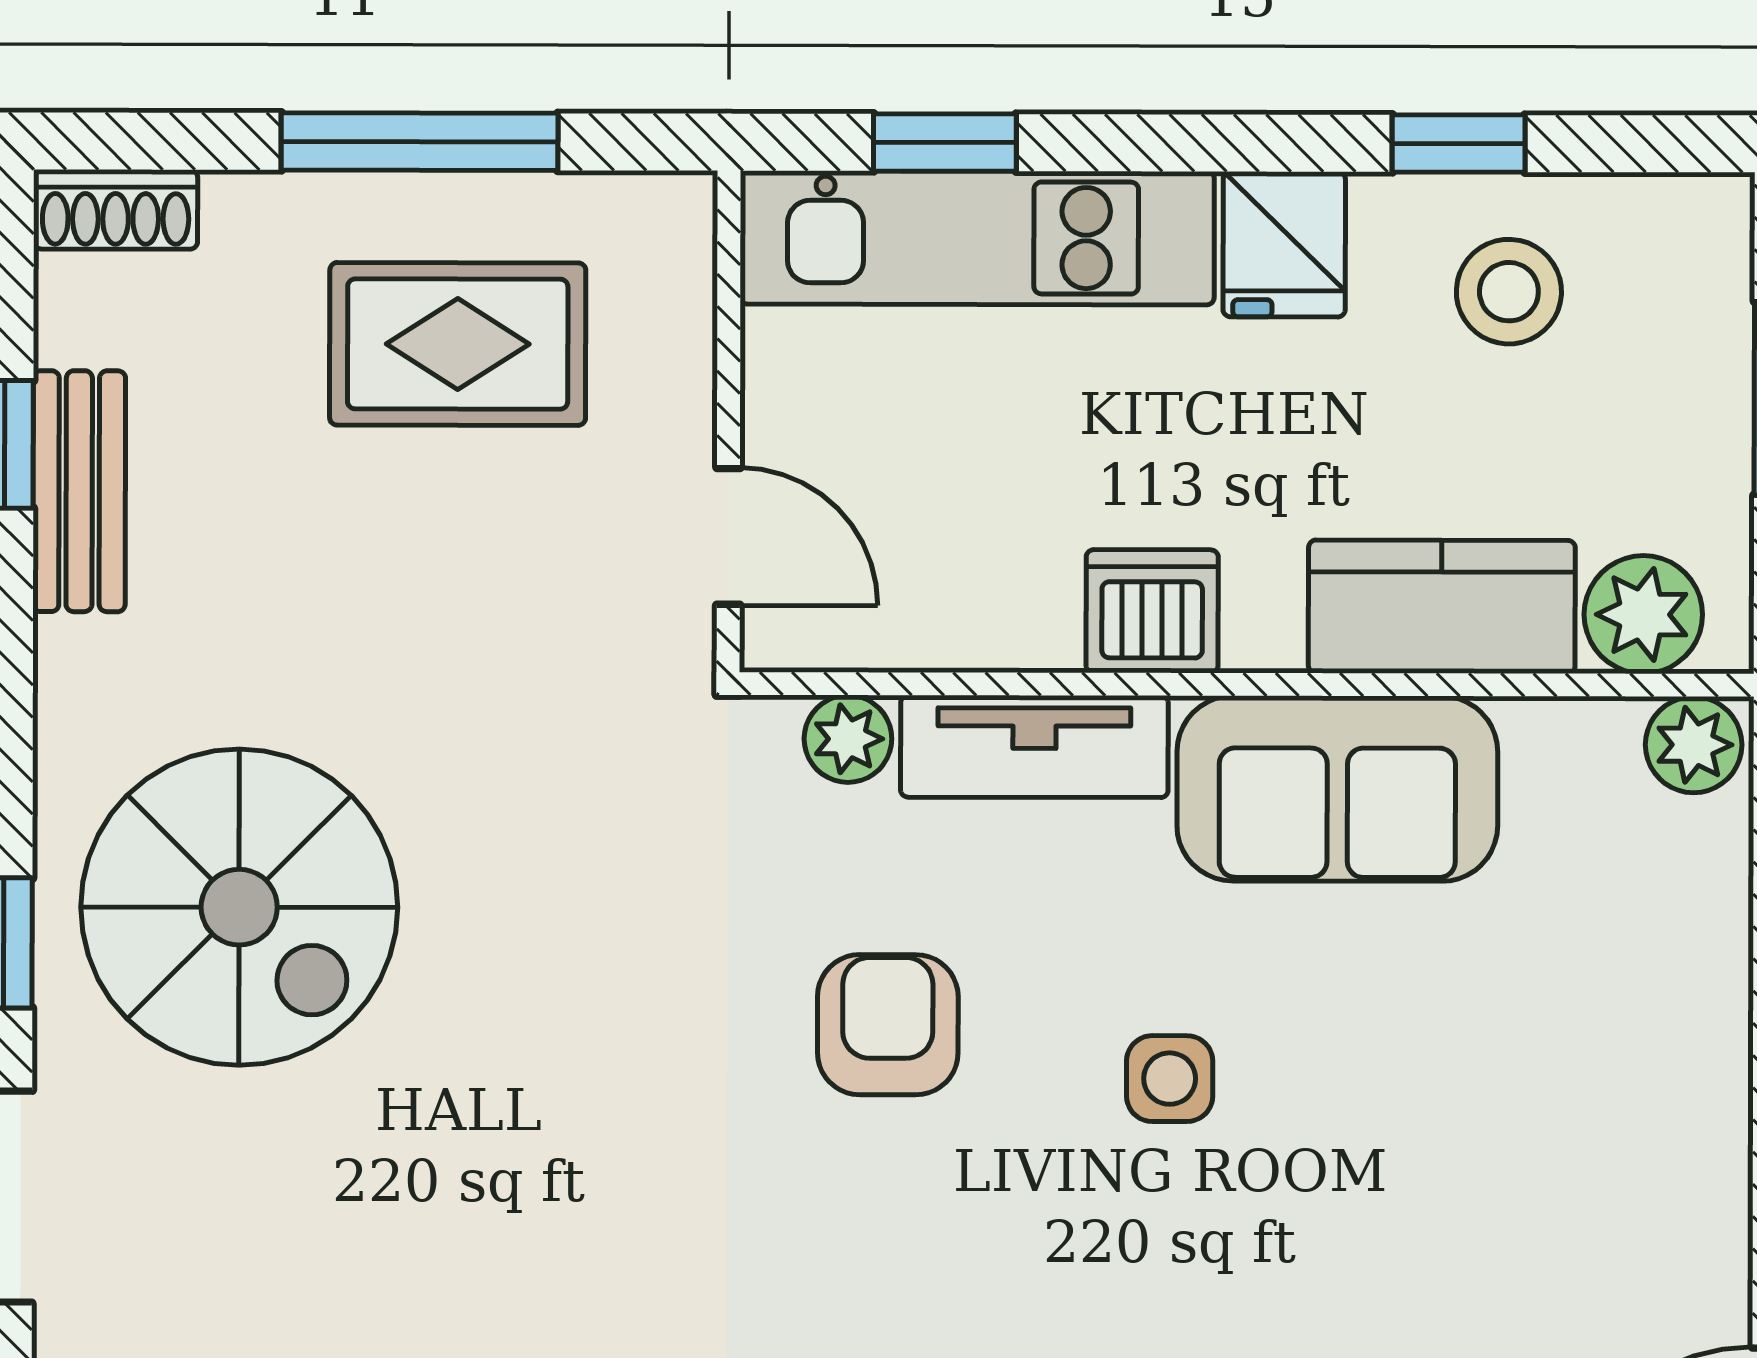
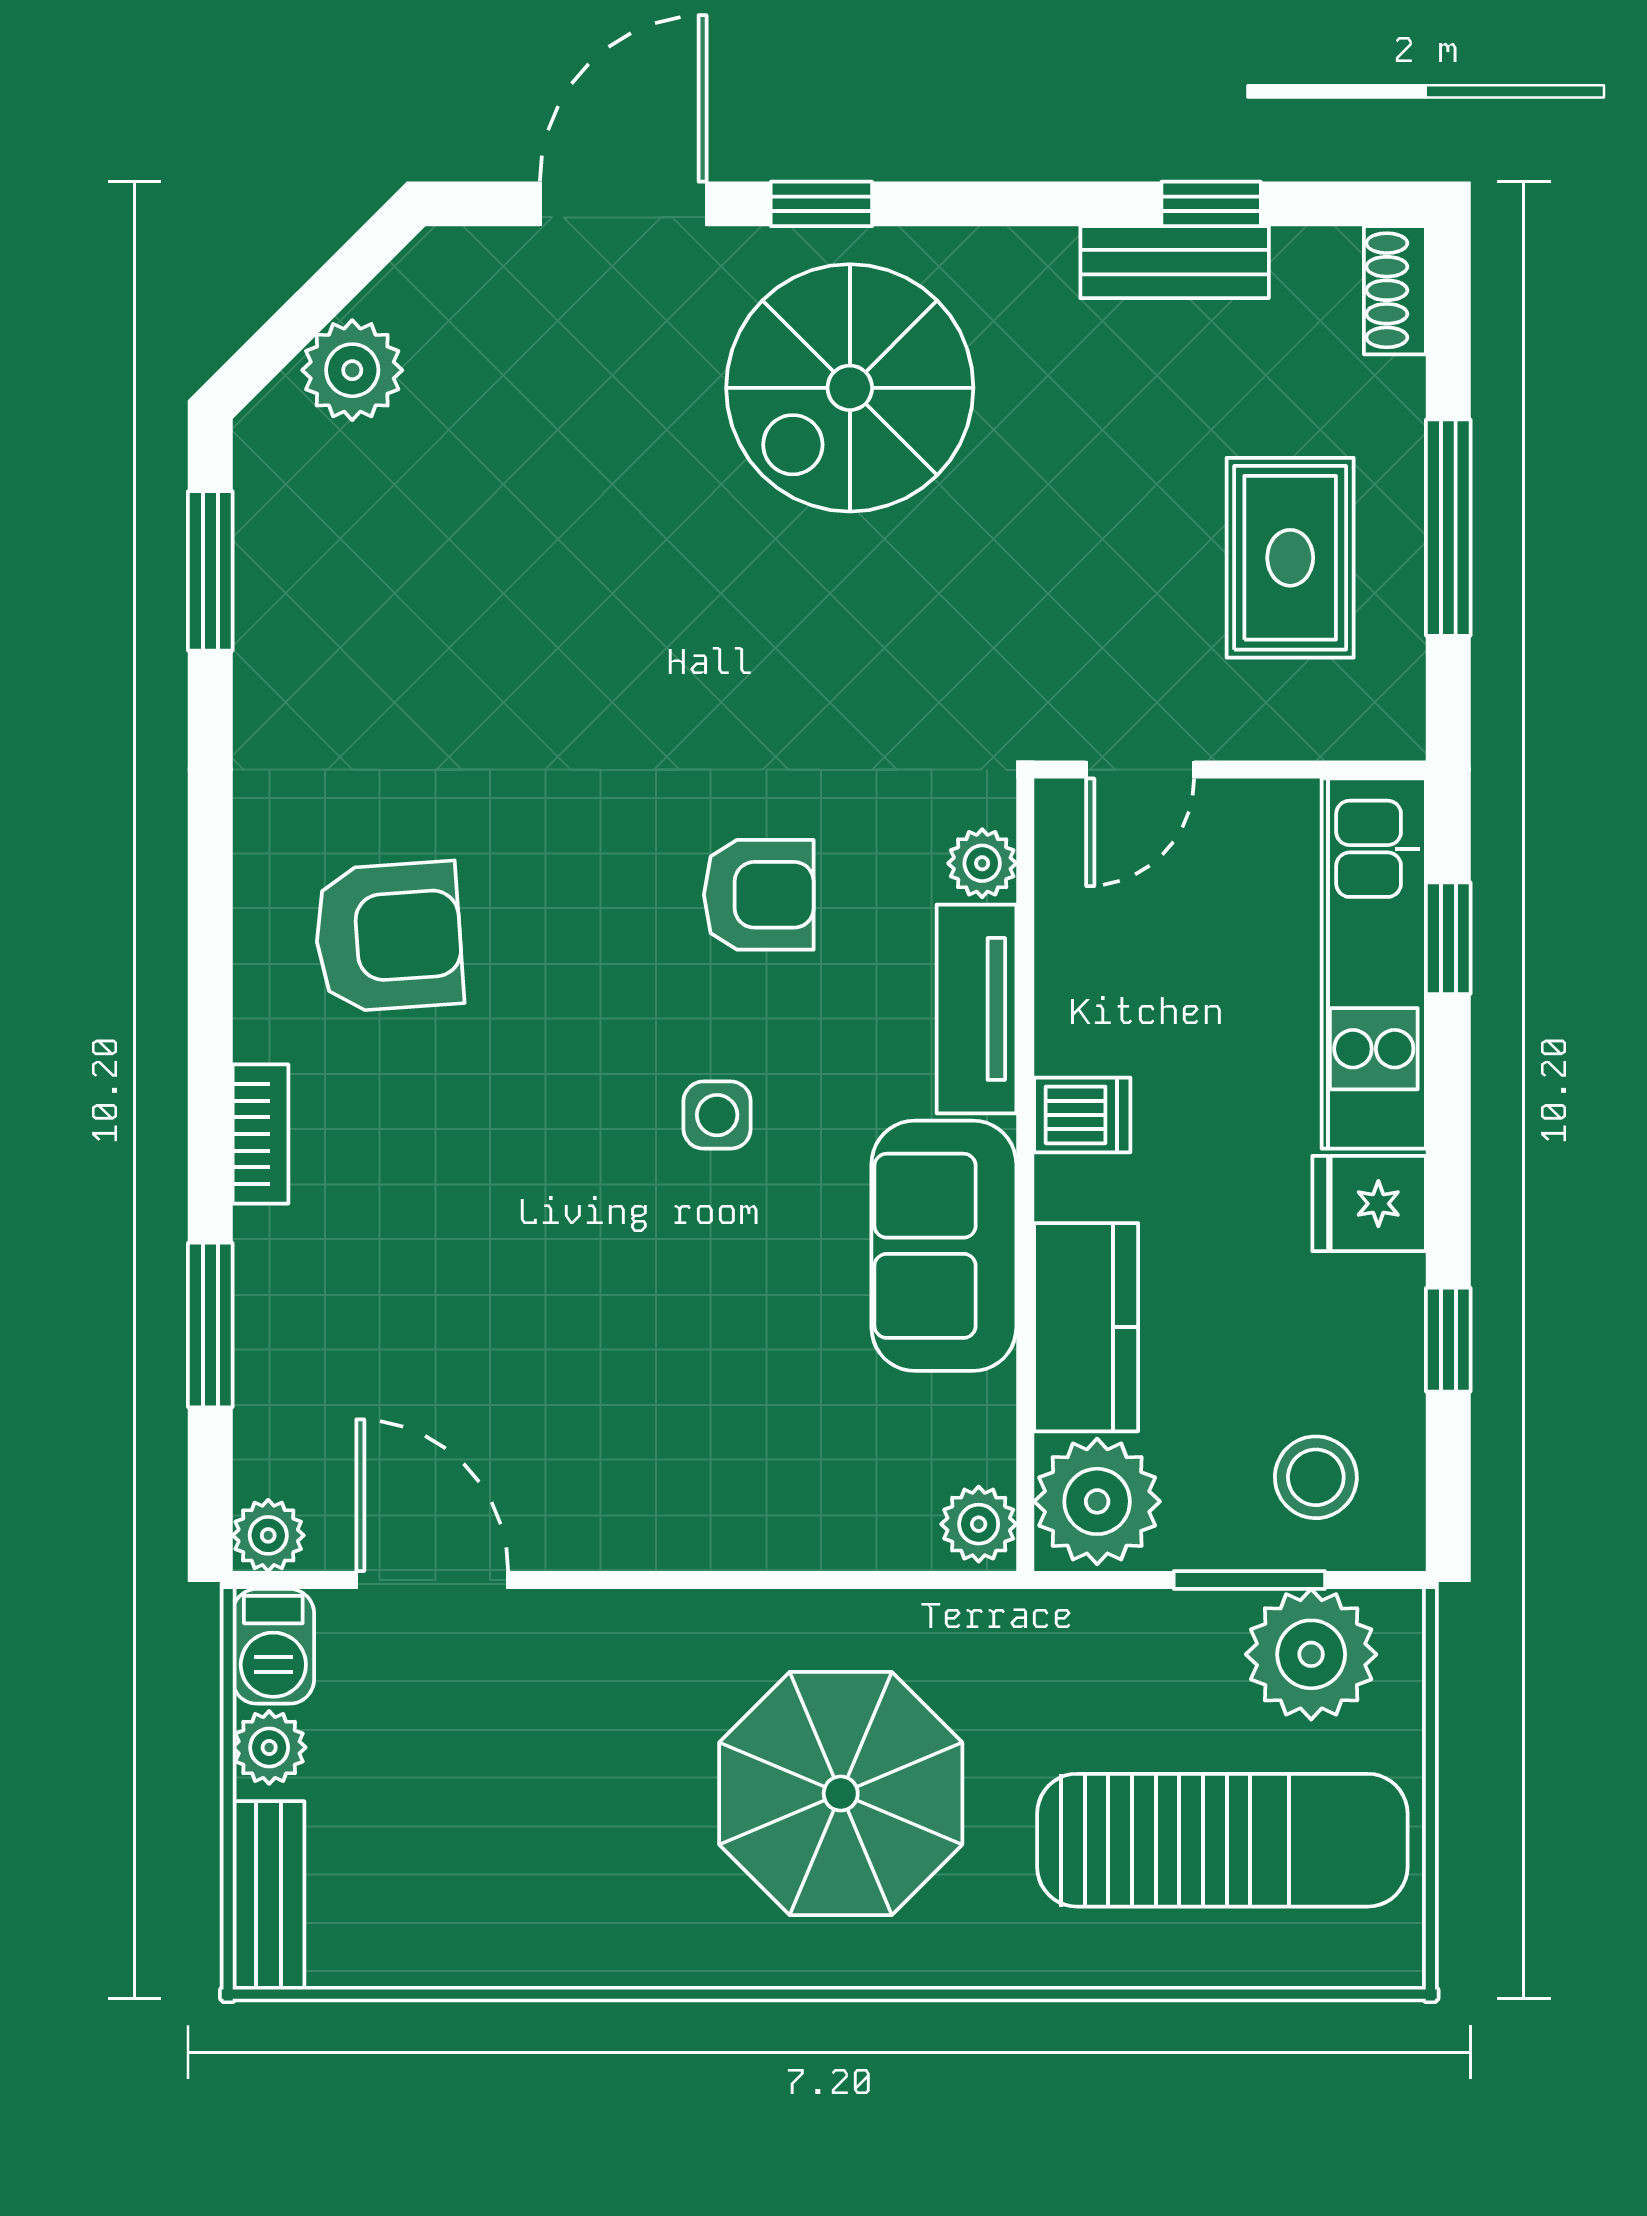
stool: (1509, 292) -> (1316, 1477), moved
dishwasher: (1152, 611) -> (1082, 1115), width x0.73
plant: (1643, 615) -> (1097, 1501), width x1.36, depth x1.36

